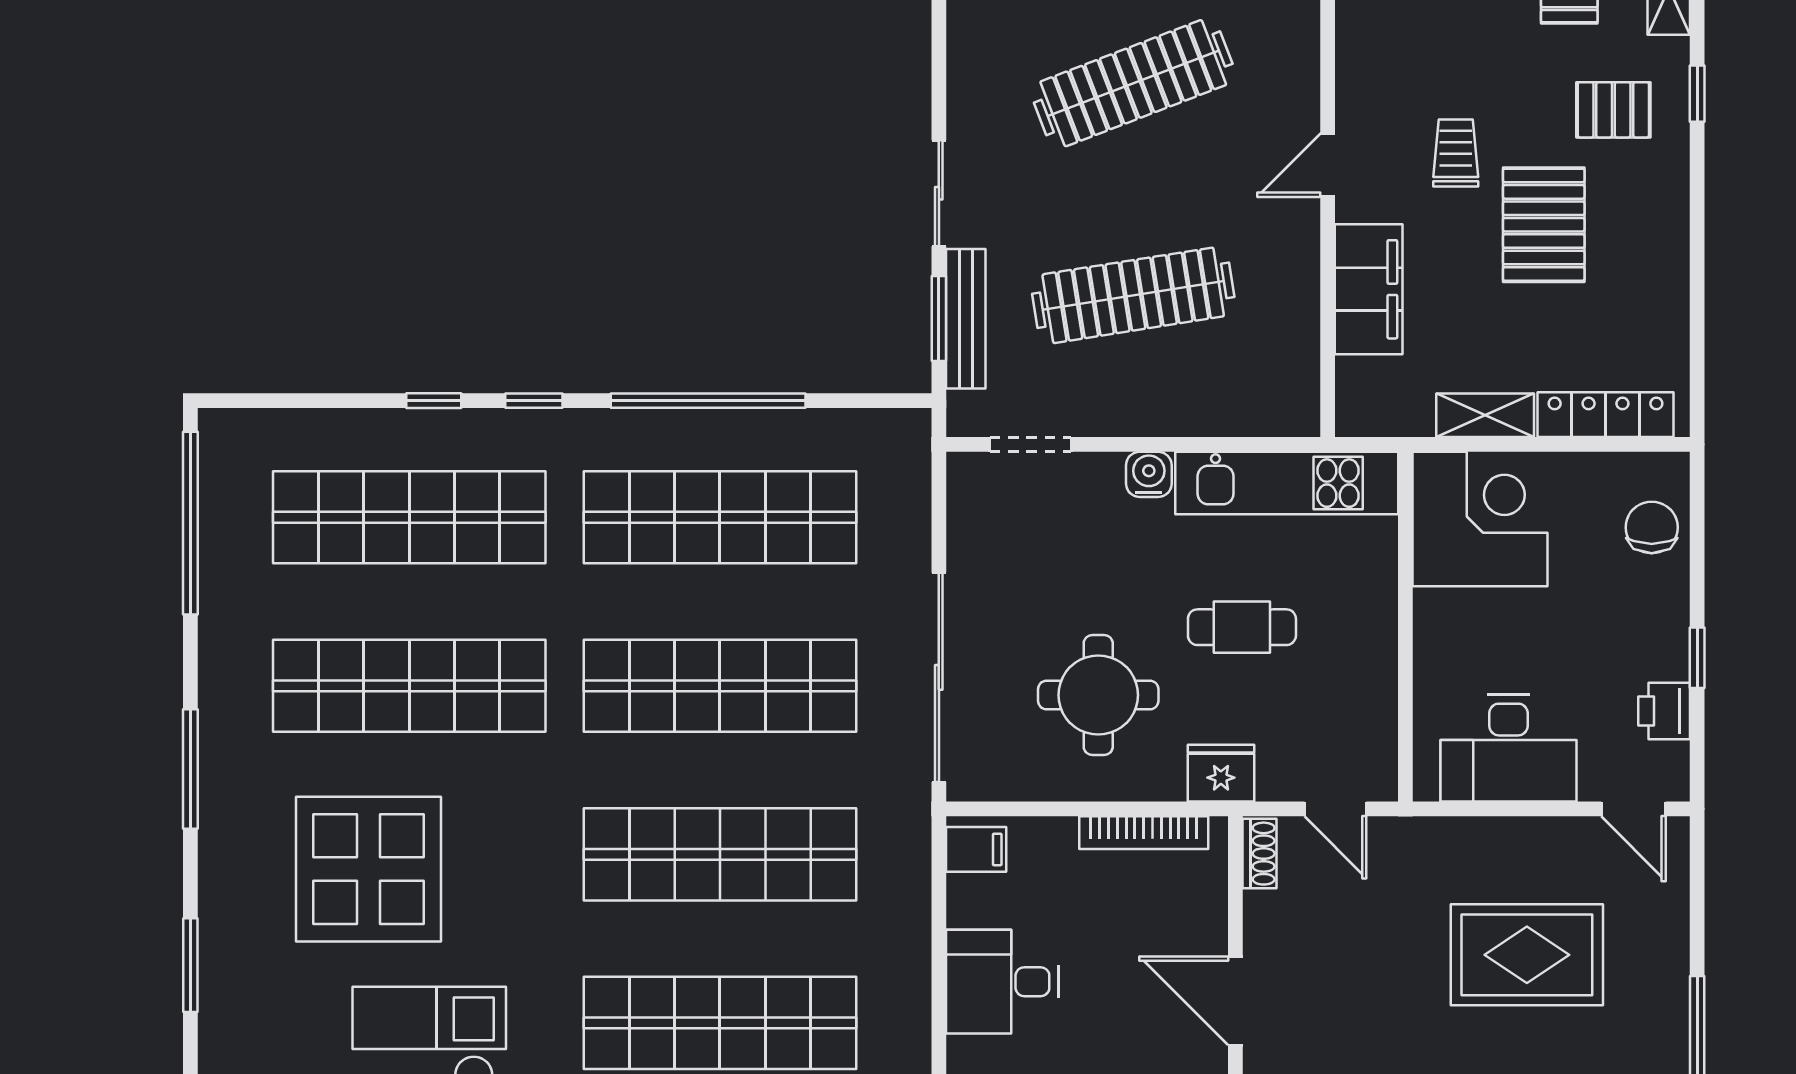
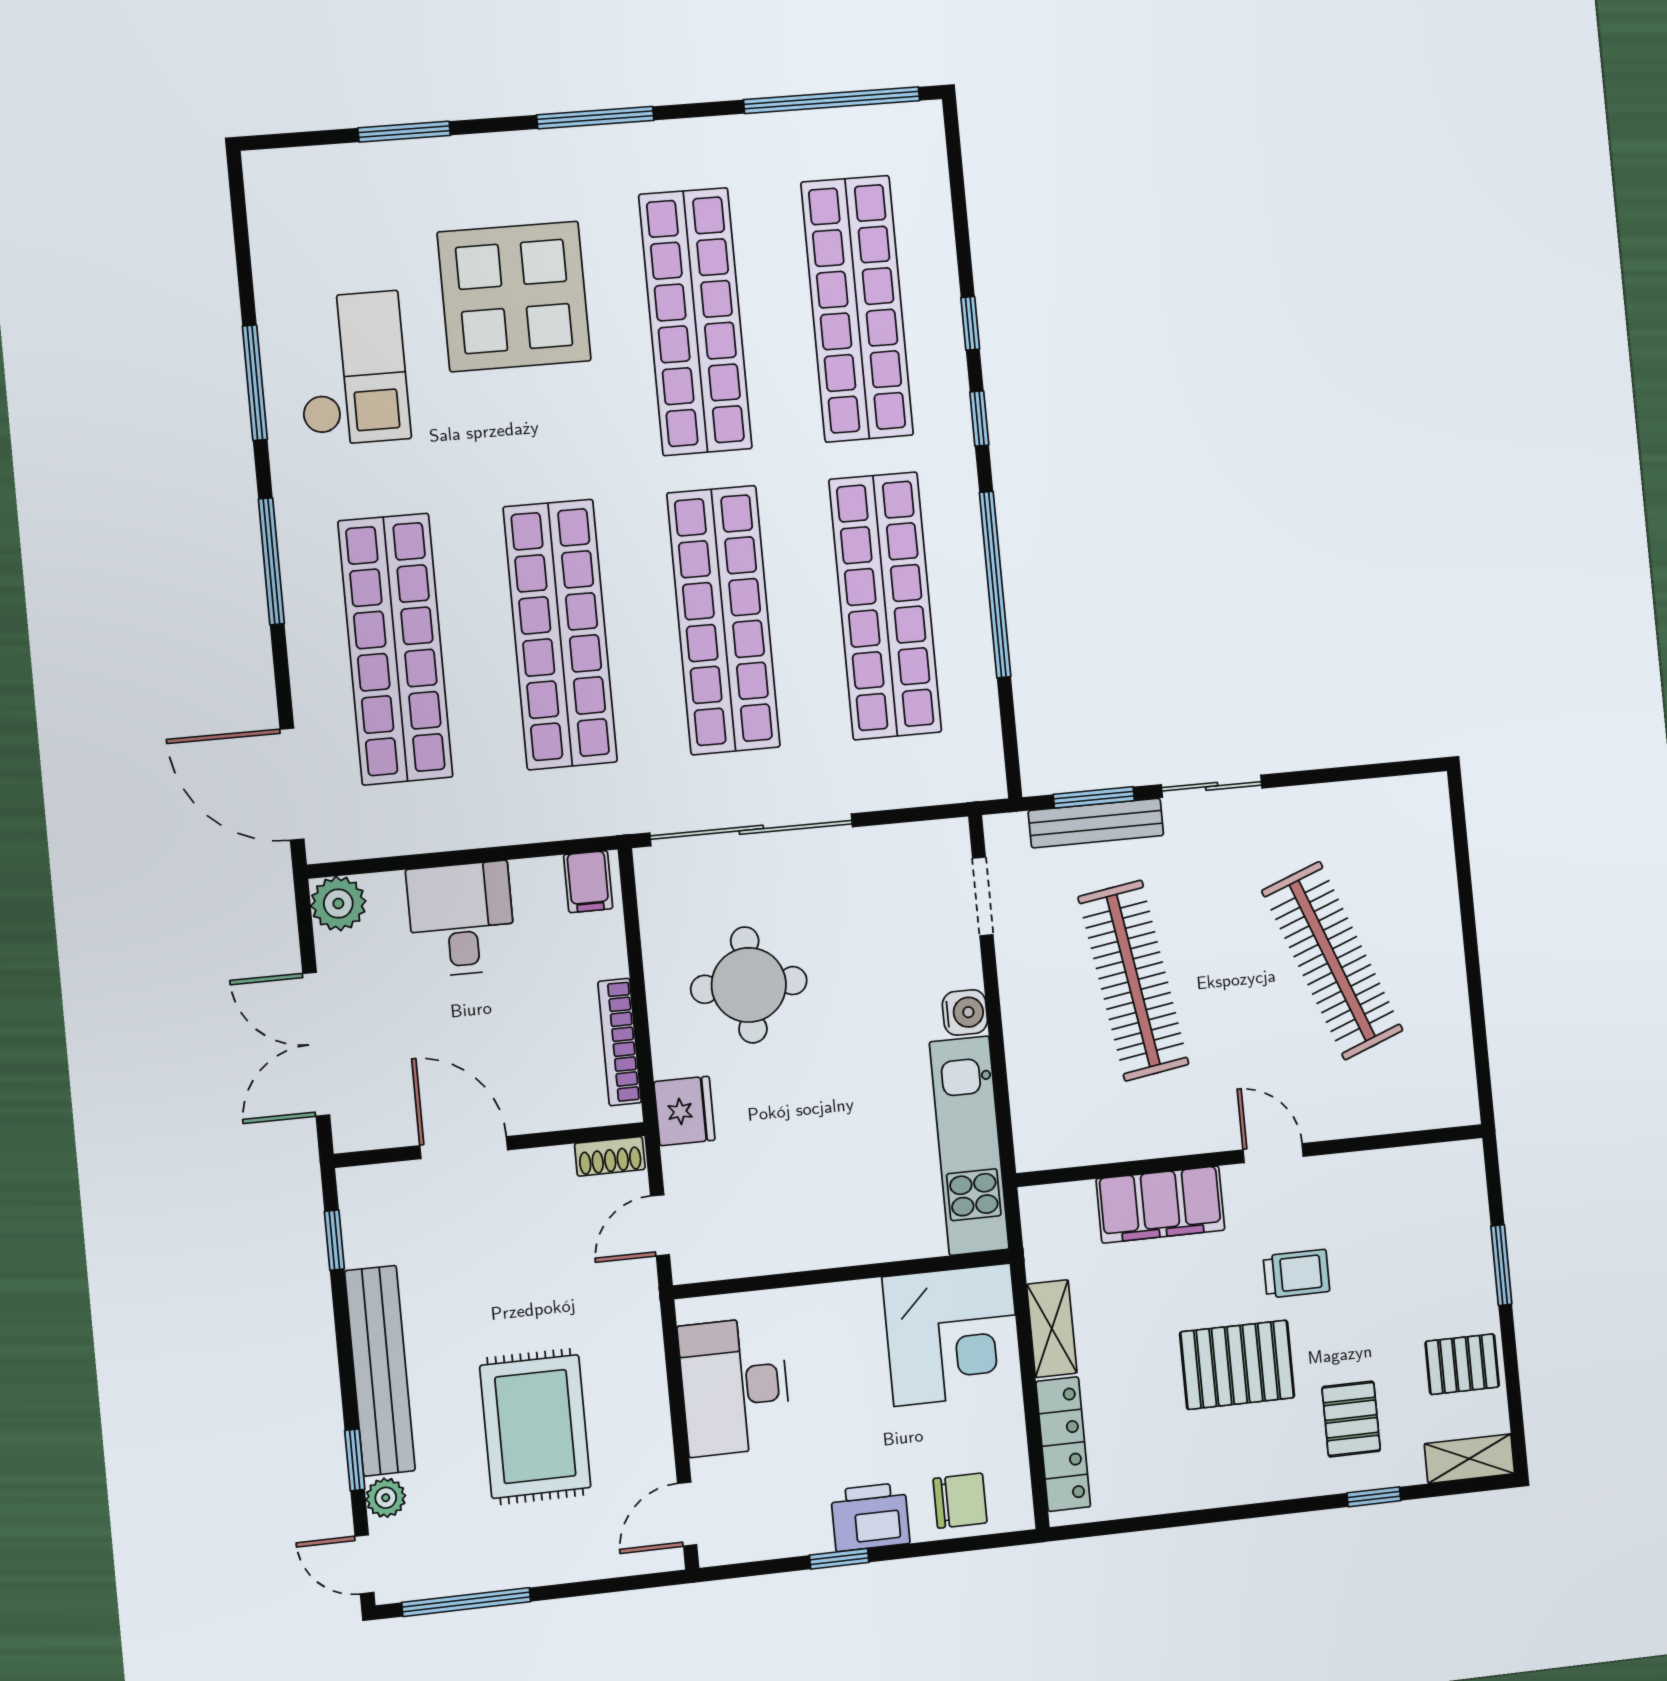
cafe table: (1242, 627) -> (827, 1117), removed
printer: (1664, 711) -> (870, 1517), moved, width x1.36, depth x1.24
door: (1235, 1001) -> (464, 1148), hinge flipped

